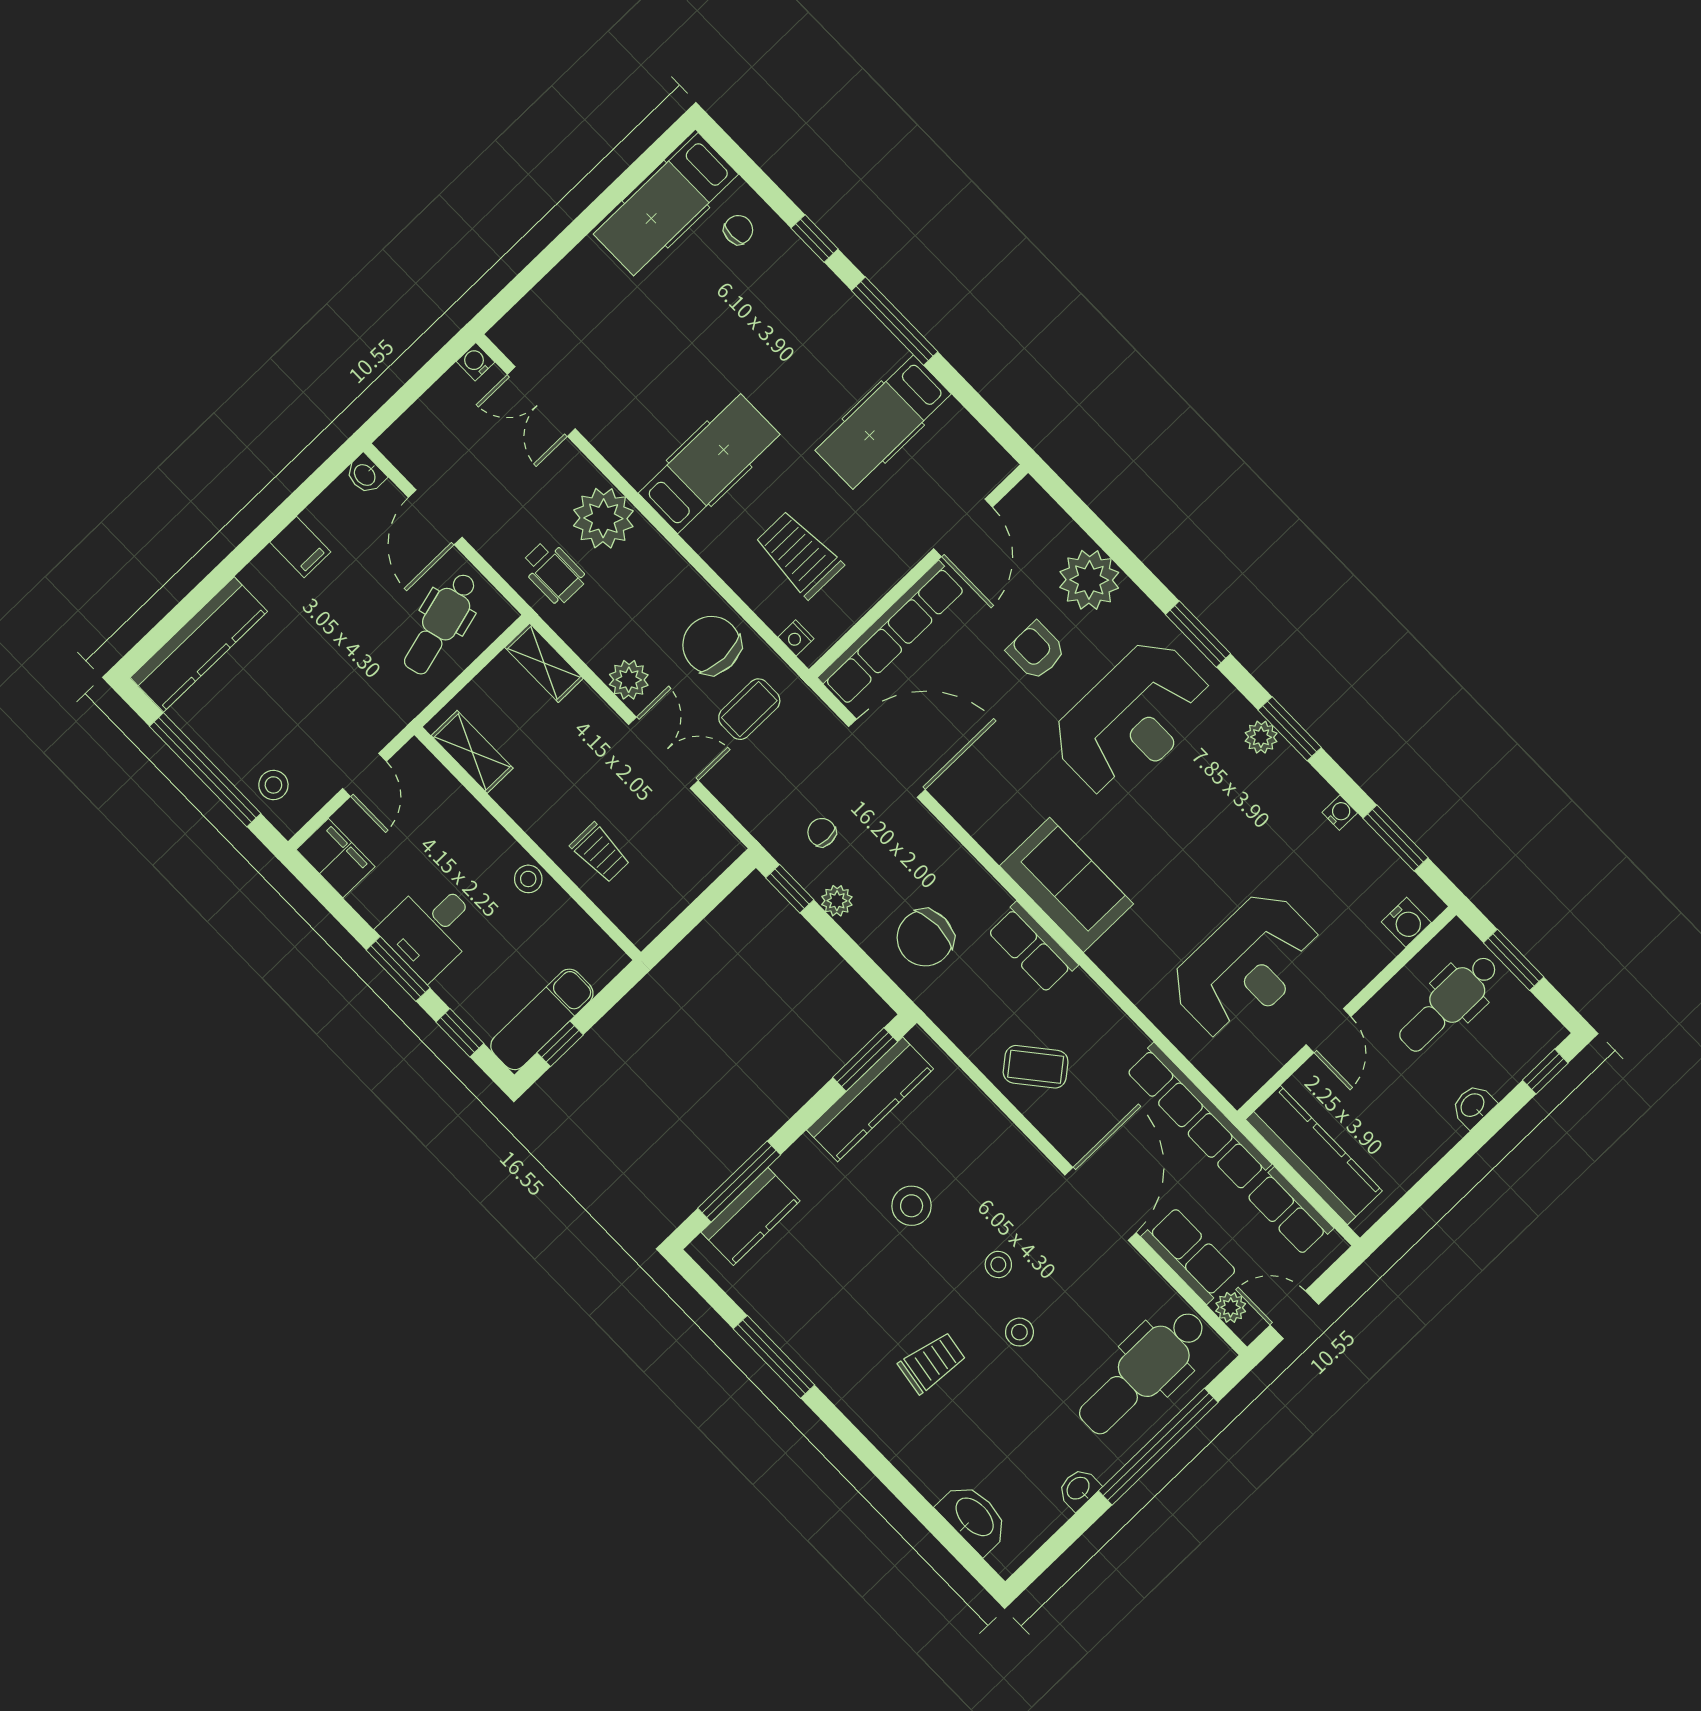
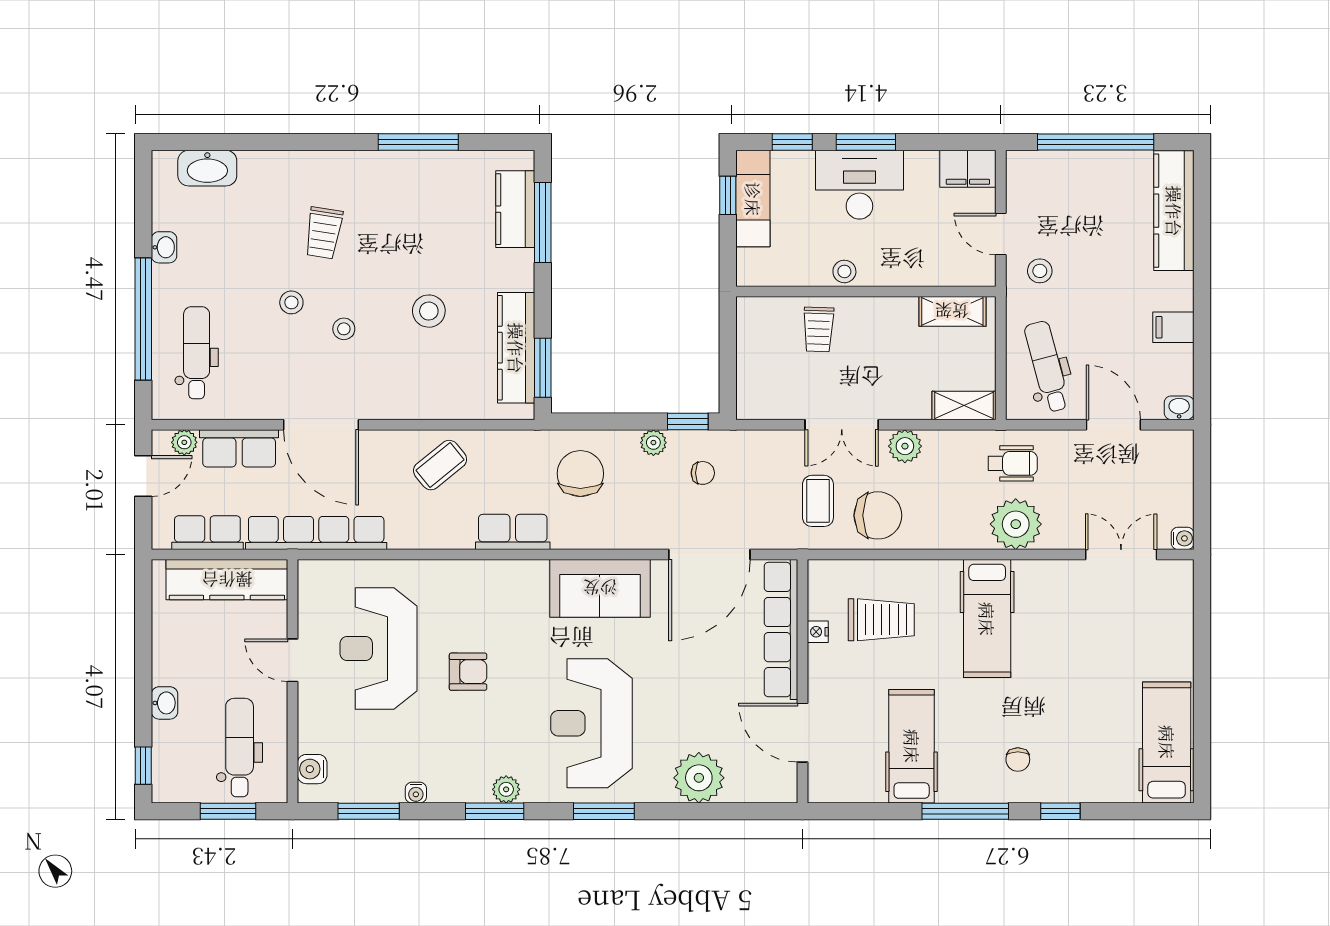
chair: (738, 230) -> (1018, 760), moved
wheelchair: (553, 572) -> (1013, 463), turned 180
nightstand: (796, 638) -> (818, 632), moved, turned -90
armchair: (1036, 651) -> (468, 672), moved
stool: (273, 785) -> (1040, 271), moved
trolley: (600, 853) -> (818, 329), turned -88
sofa: (1067, 885) -> (600, 588), moved
desk: (430, 928) -> (859, 185), width x1.37
dental chair: (1143, 1372) -> (197, 353), width x0.73, depth x0.72

